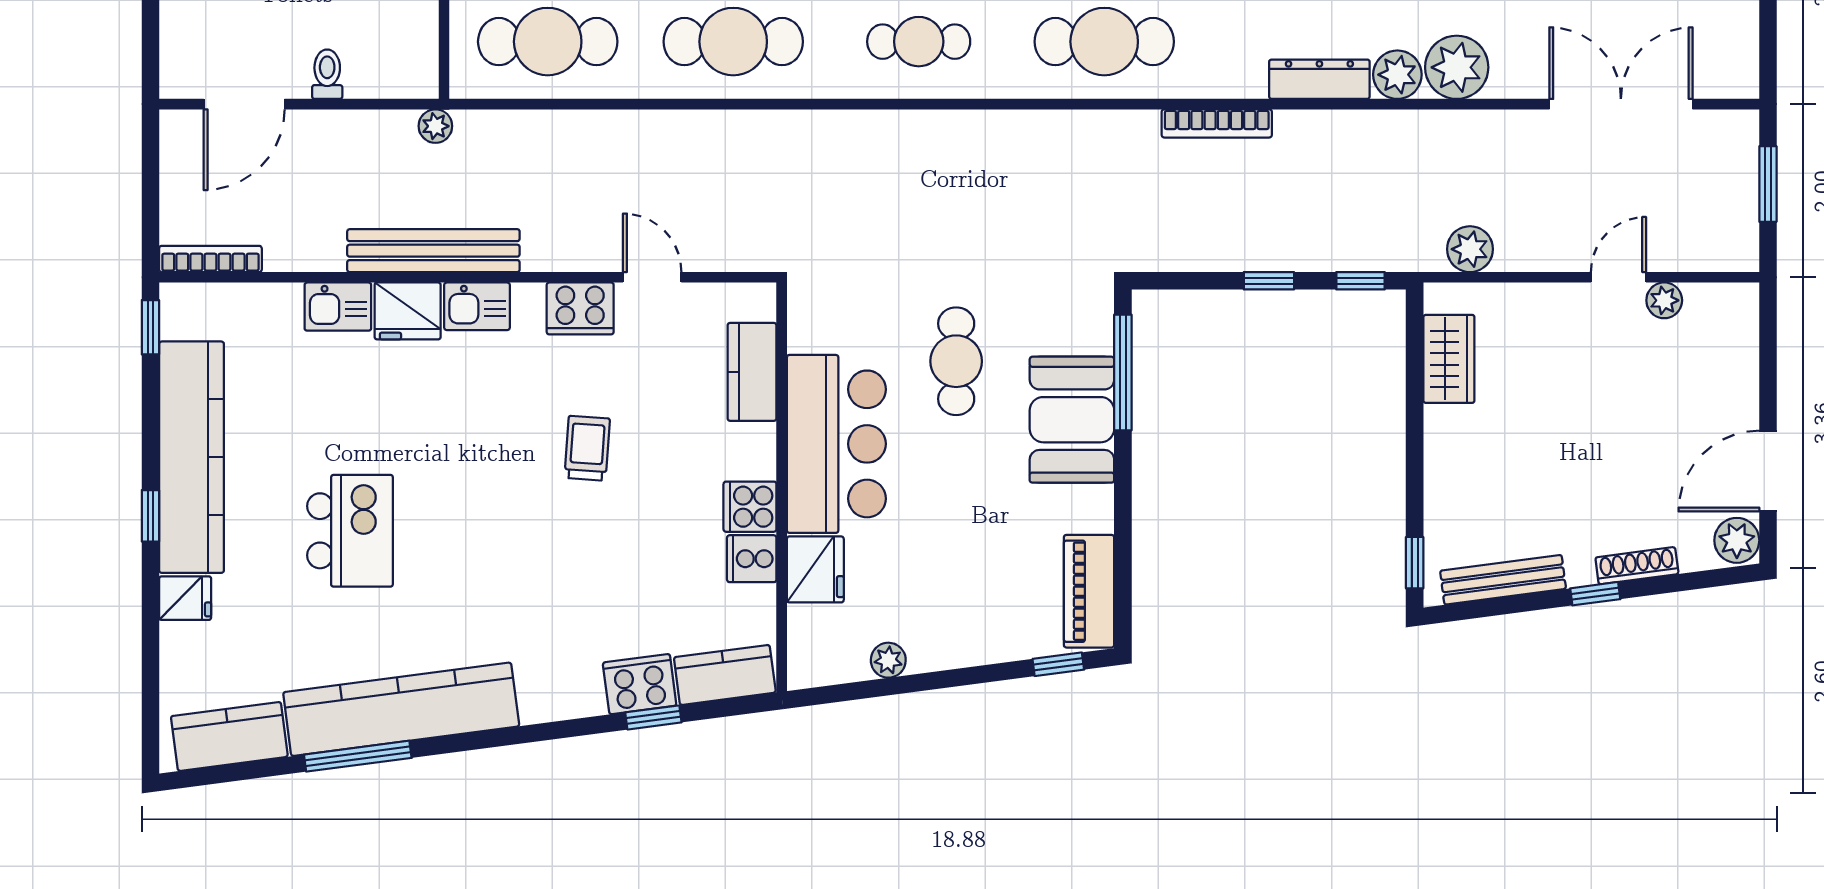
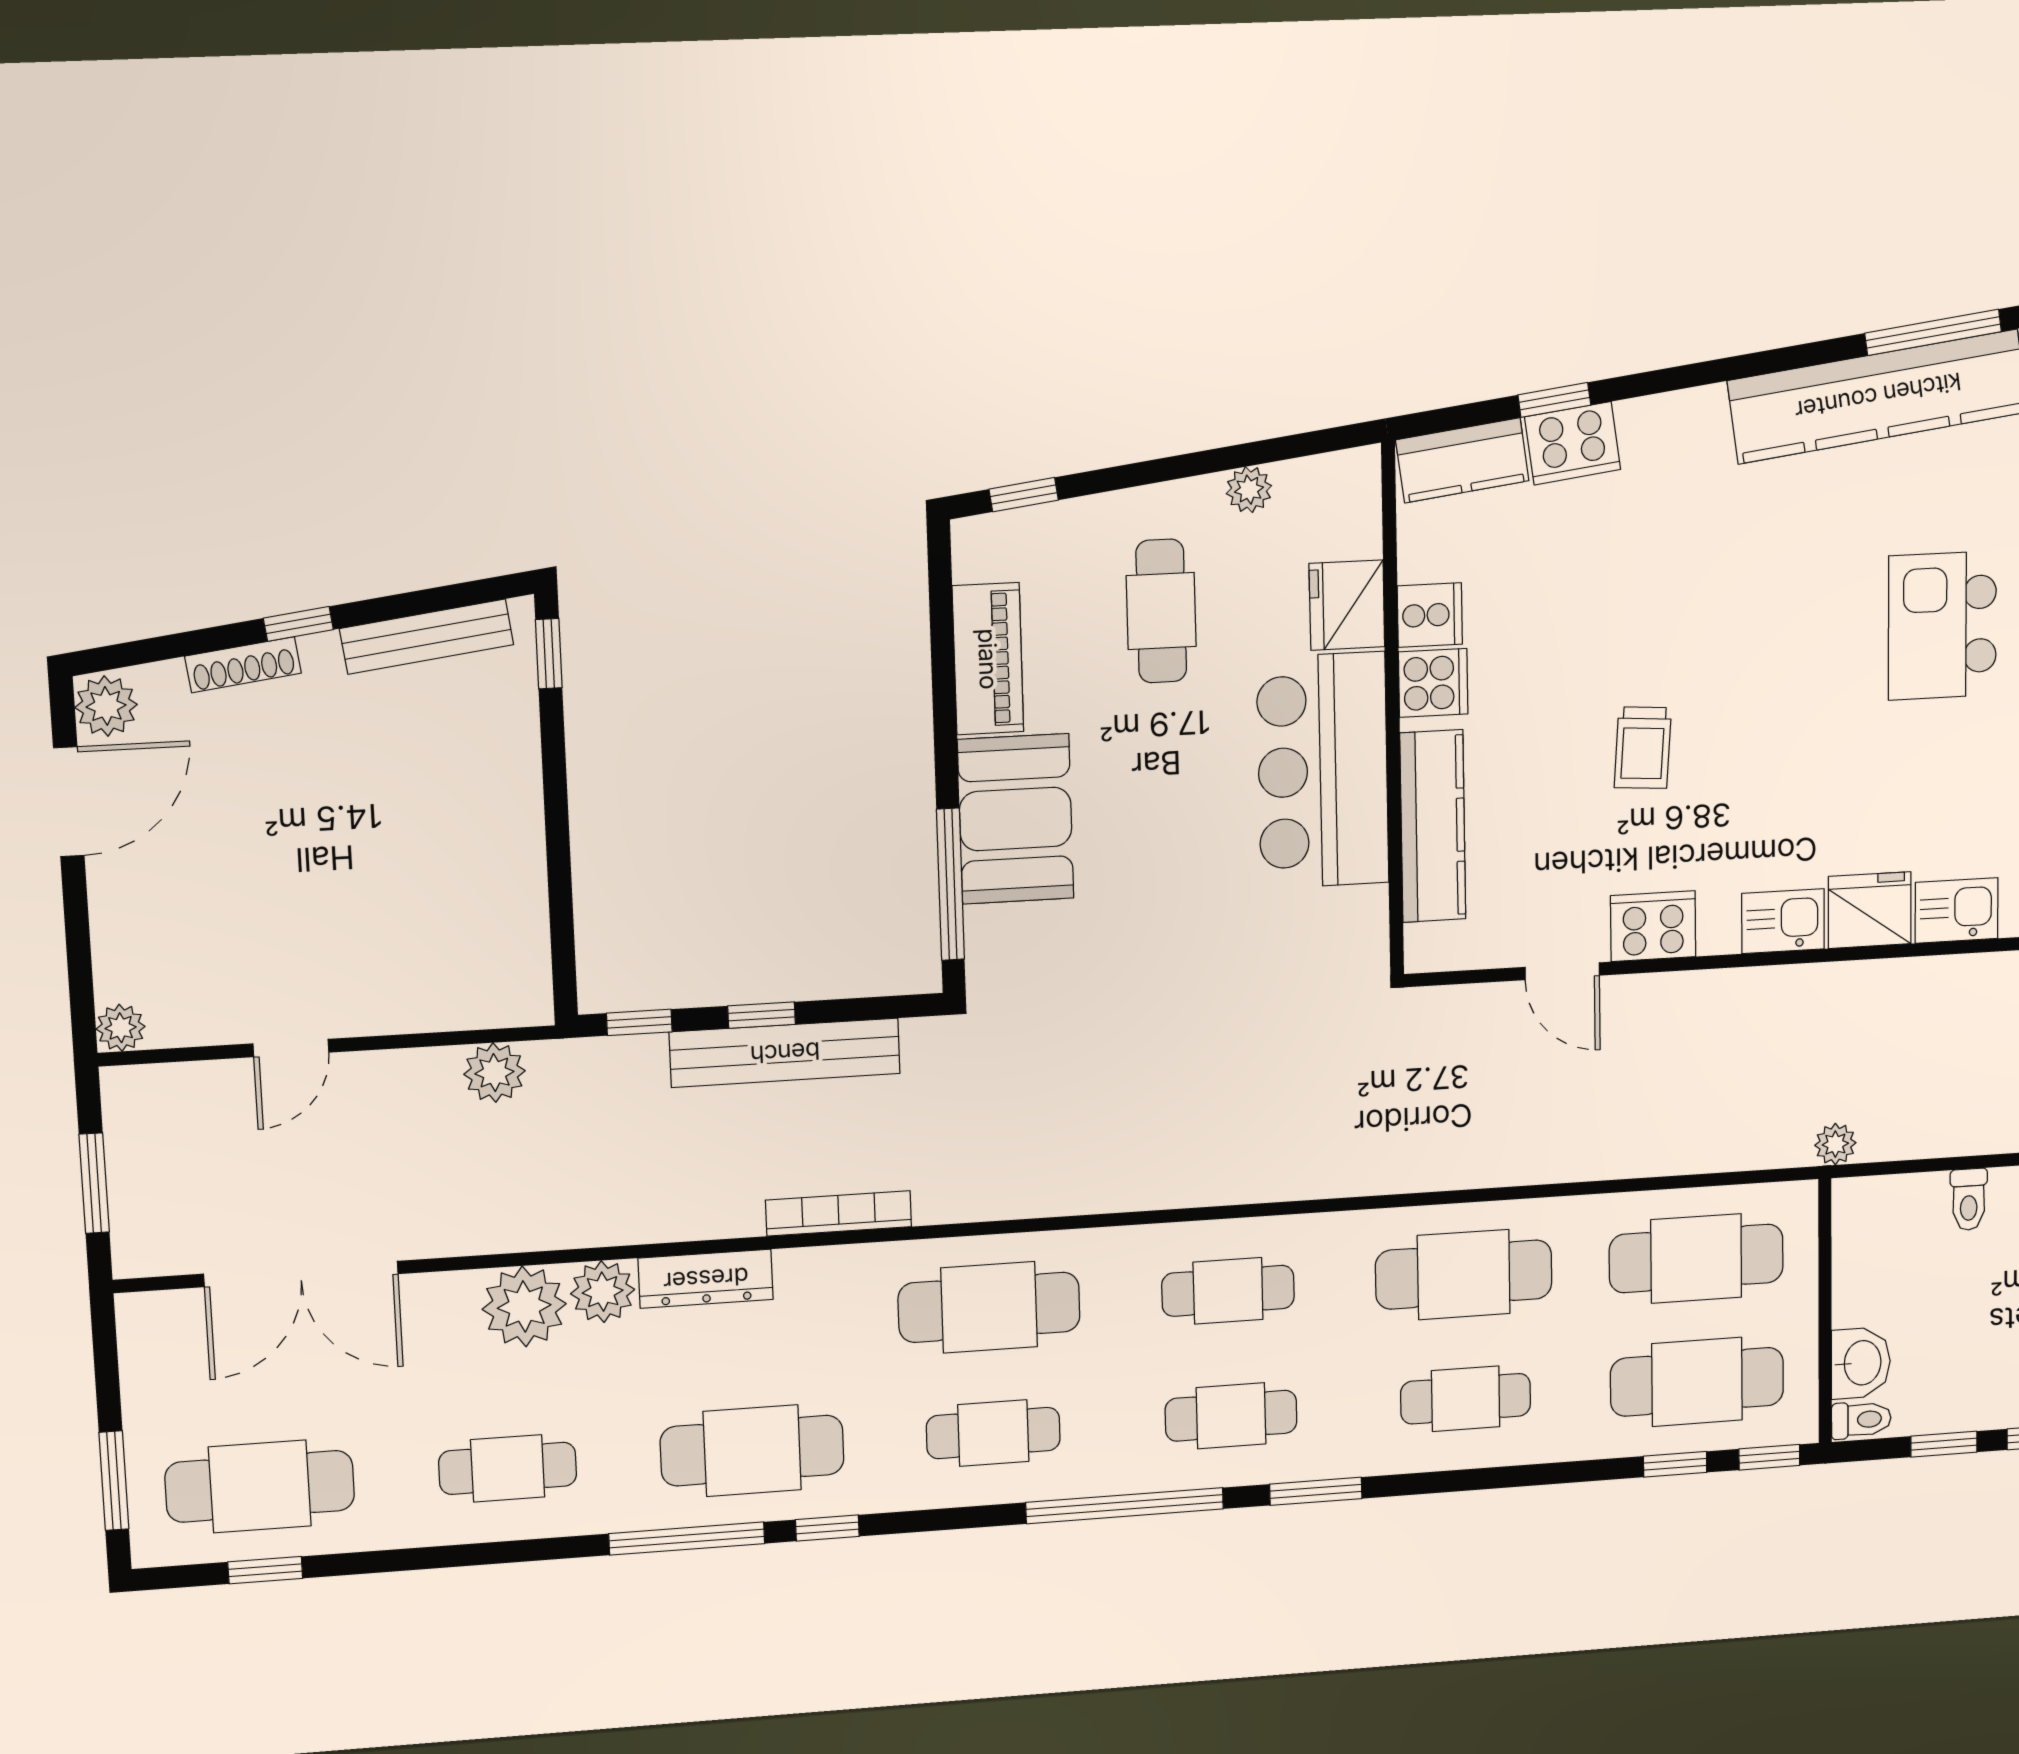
bench: (433, 251) -> (785, 1053), moved
plant: (1664, 300) -> (121, 1028), moved
wardrobe: (1449, 359) -> (516, 927), removed
cafe table: (956, 361) -> (1161, 611), moved
kitchen counter: (752, 372) -> (1433, 826), width x1.50
piano: (1089, 591) -> (988, 659), moved

